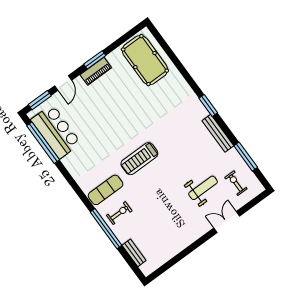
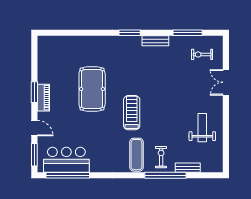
pool table: (145, 60) -> (92, 89), moved, turned 90
bench: (218, 133) -> (155, 41), width x0.73
treadmill: (139, 159) -> (132, 113), turned 180
weight bench: (203, 188) -> (202, 128), moved
bench: (134, 253) -> (188, 168), moved

